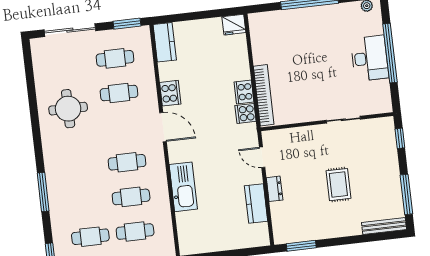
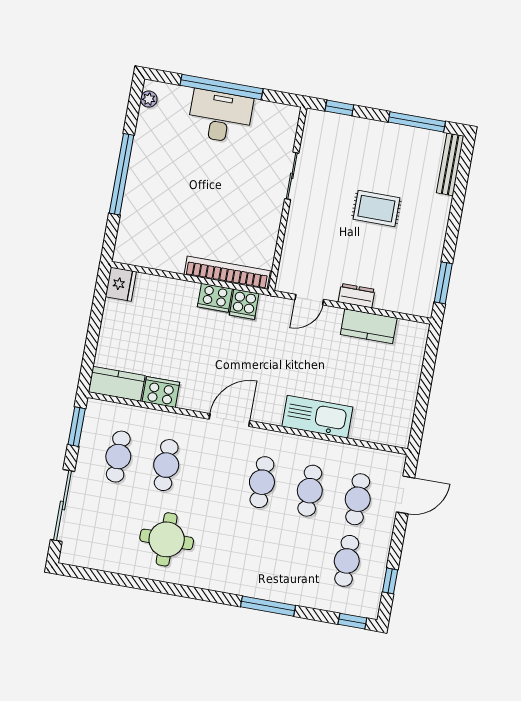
cooker: (170, 93) -> (161, 392), moved

